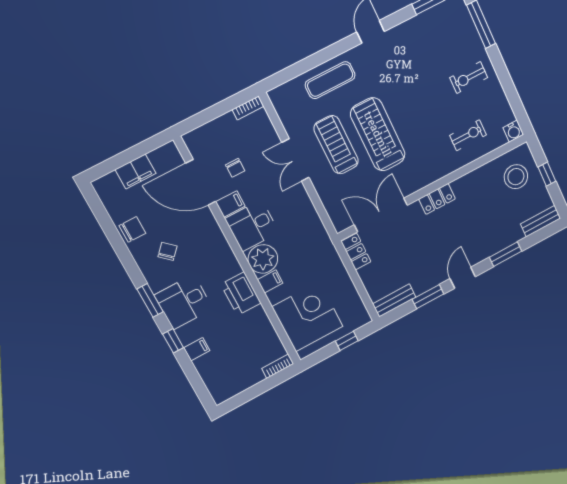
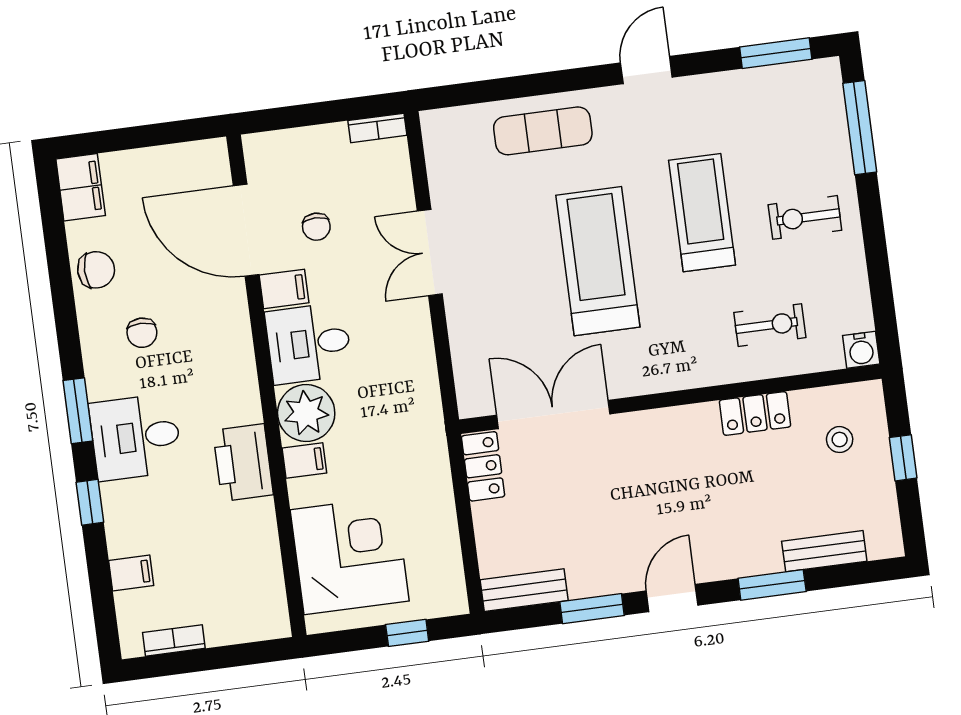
treadmill: (336, 145) -> (702, 213), moved
filing cabinet: (136, 171) -> (81, 187), moved, turned -90
stool: (516, 177) -> (840, 440), width x0.53, depth x0.53
locker: (437, 199) -> (755, 413), moved
bench: (541, 221) -> (824, 551), moved
chair: (168, 251) -> (142, 333), turned 137
filing cabinet: (197, 349) -> (131, 573), moved
bookcase: (278, 366) -> (174, 640), moved

